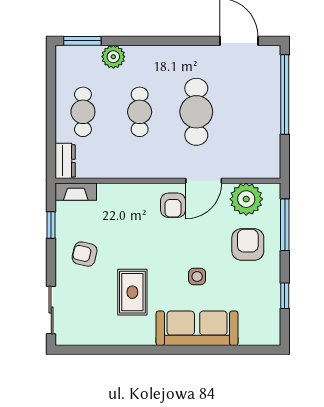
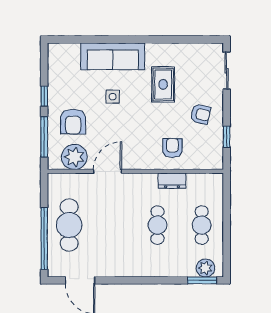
plant: (113, 57) -> (205, 268), moved
cafe table: (196, 112) -> (69, 225), moved
dresser: (65, 161) -> (172, 181), moved, turned -90
fireplace: (76, 192) -> (207, 163), removed
armchair: (173, 205) -> (172, 148), moved
window: (285, 296) -> (44, 96), moved

